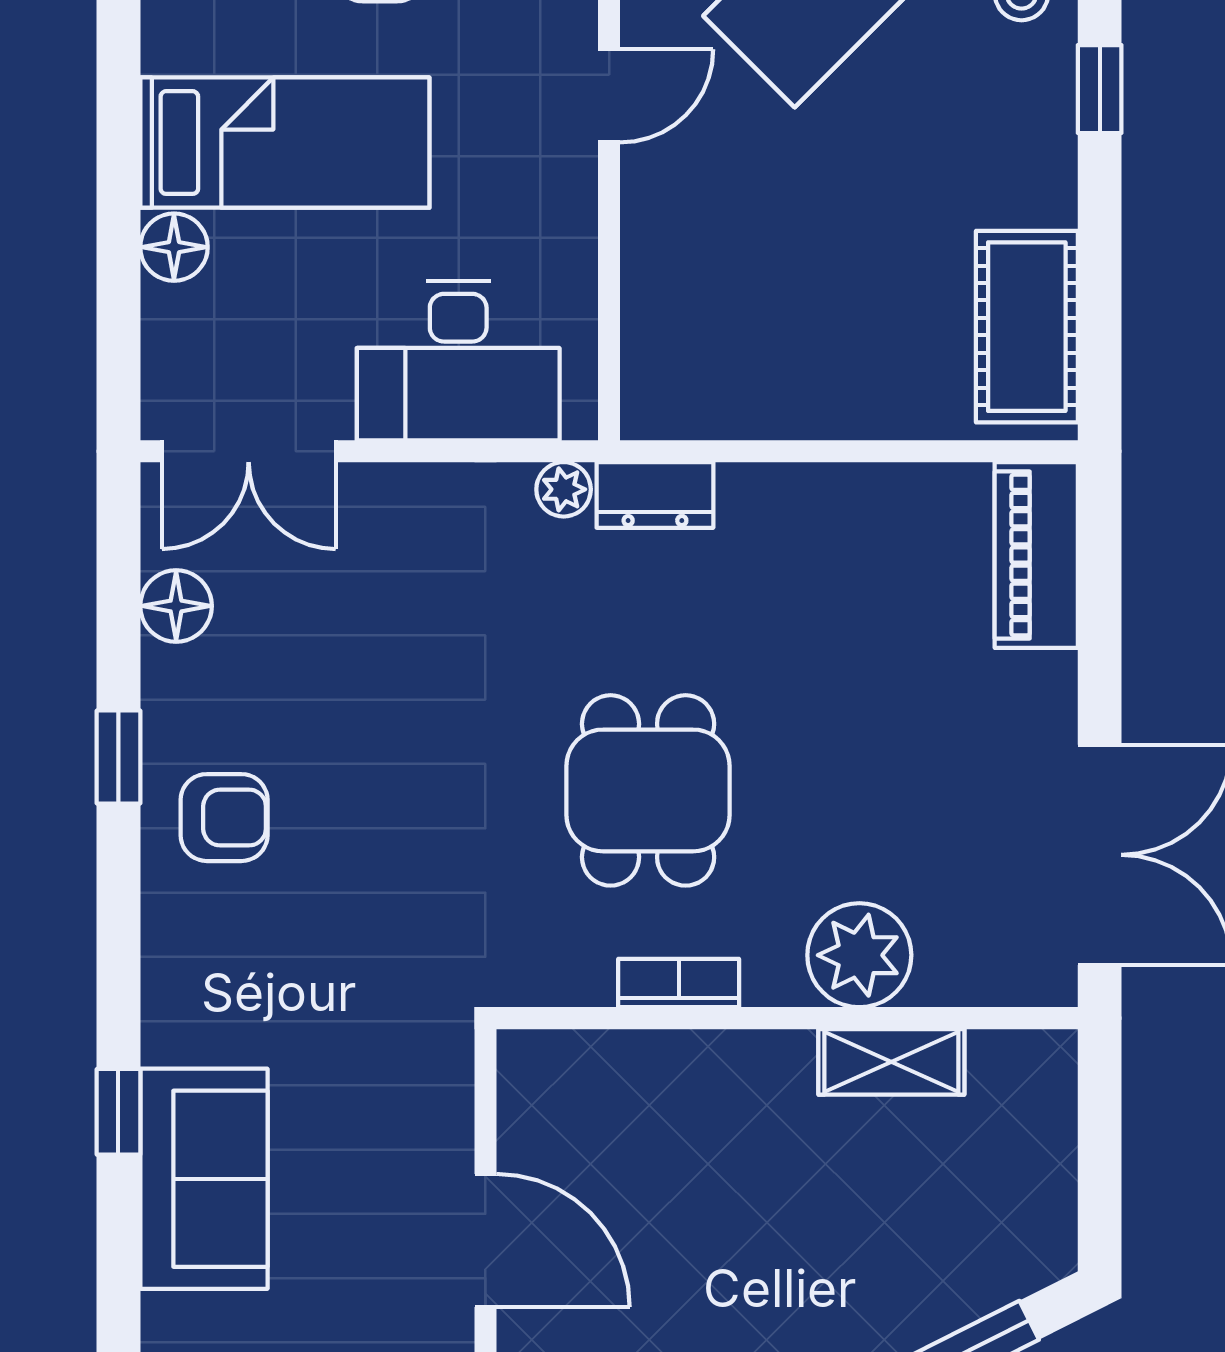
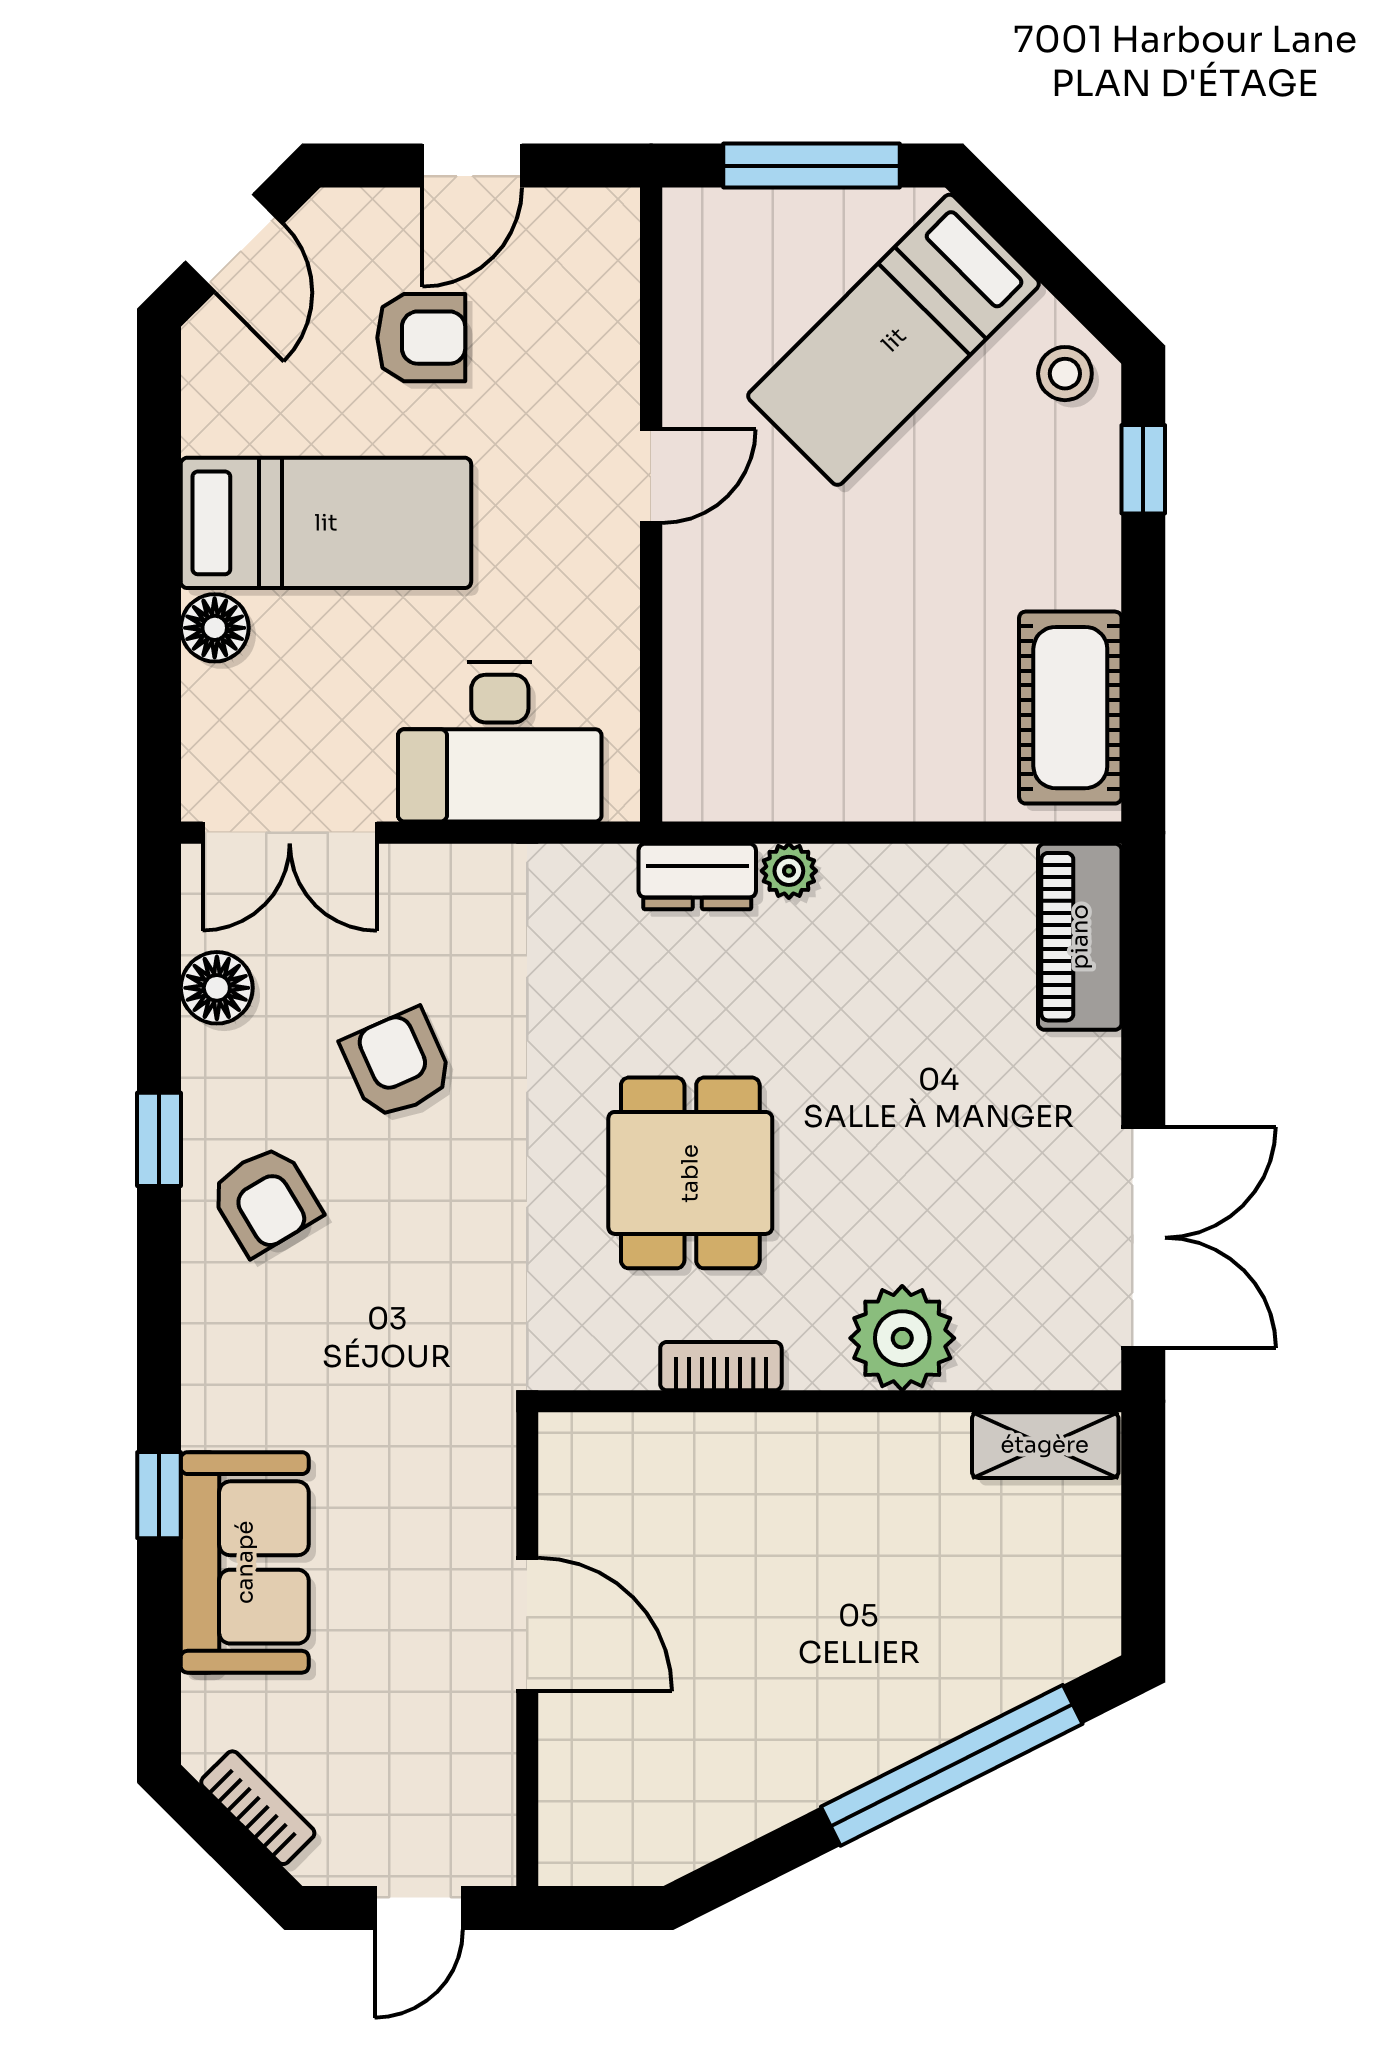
plant: (564, 489) -> (789, 871), moved
armchair: (356, 682) -> (397, 1064), added
armchair: (224, 818) -> (265, 1200), turned 59
shelving: (891, 1062) -> (1045, 1445), moved

